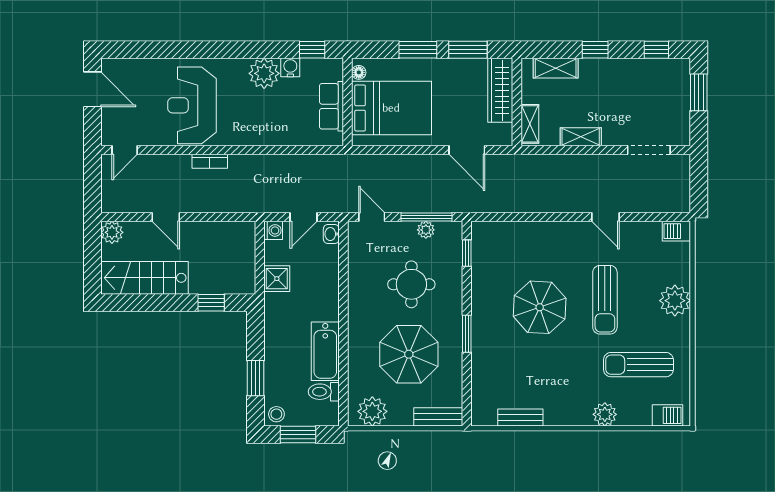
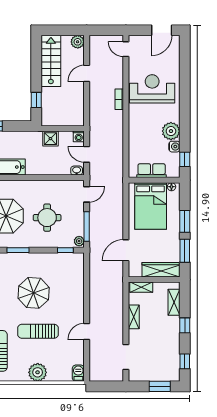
plant: (426, 230) -> (79, 241), moved

